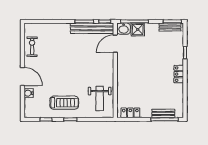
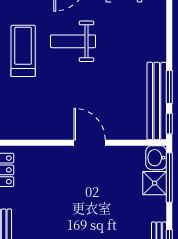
door: (115, 44) -> (90, 143), moved
weight bench: (100, 98) -> (73, 41), moved
treadmill: (64, 103) -> (23, 51), turned 180

